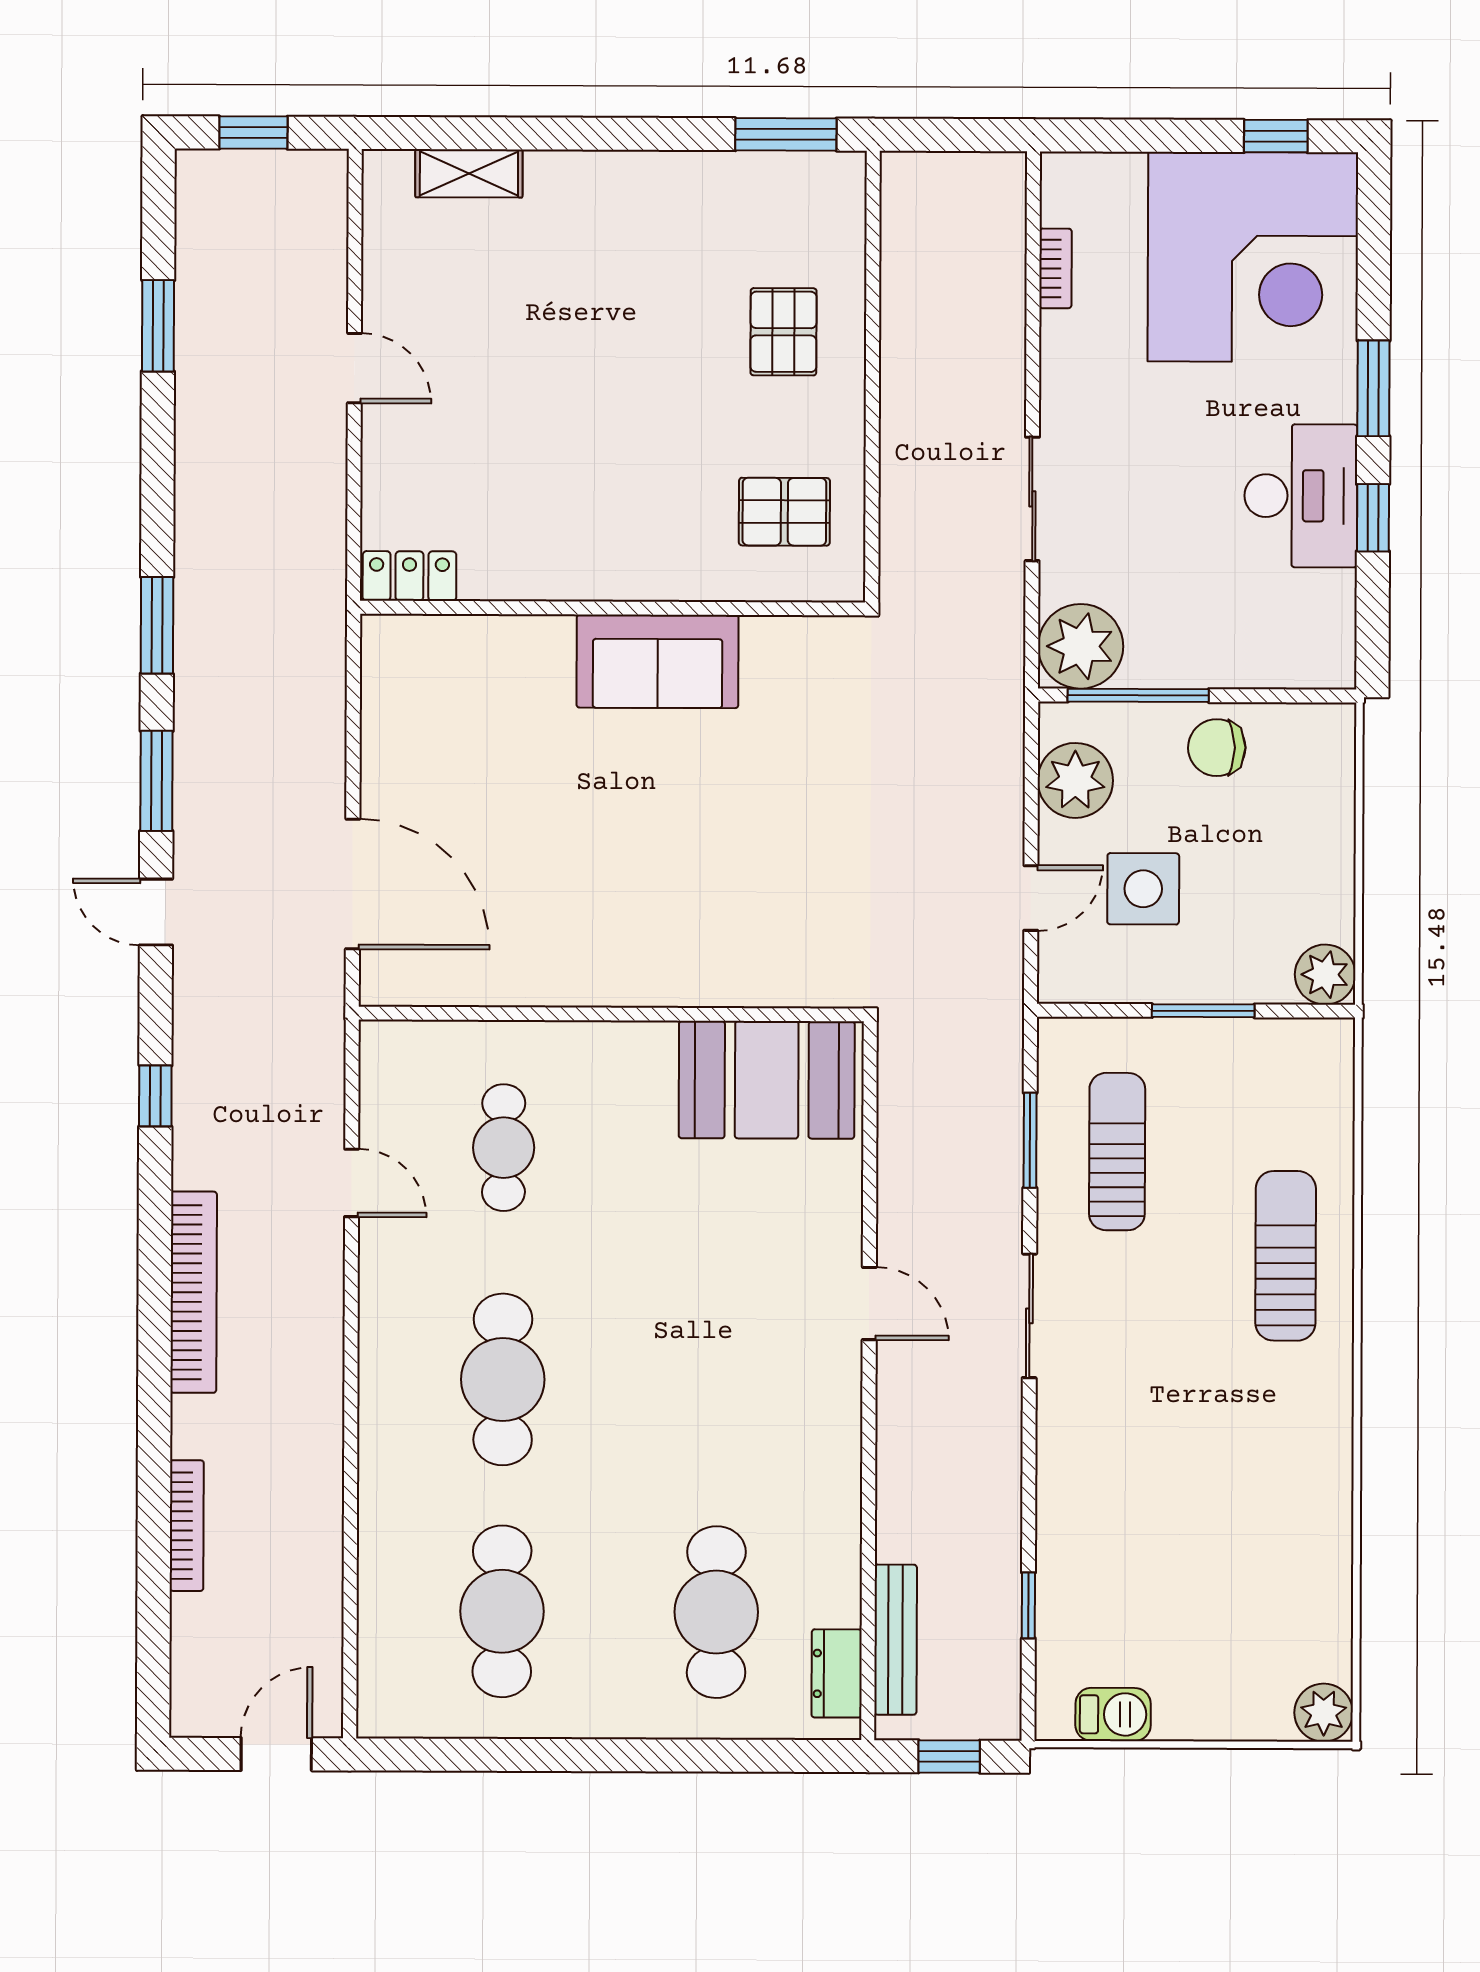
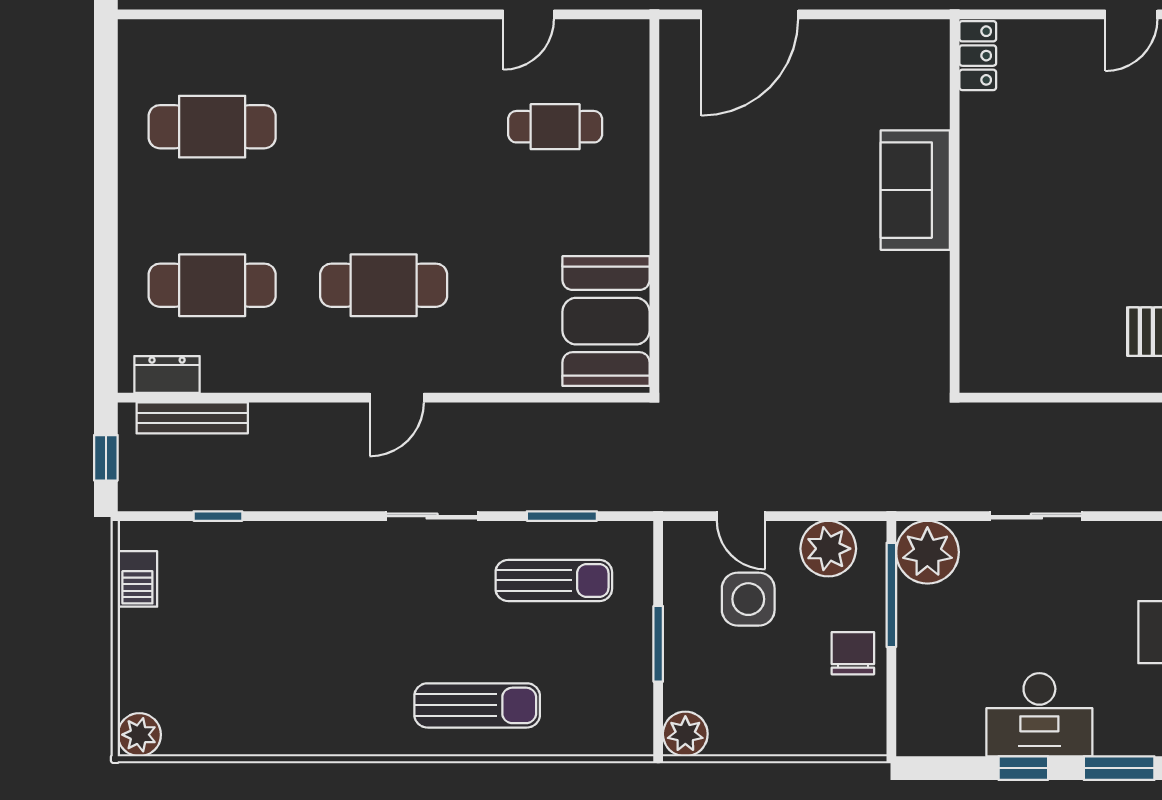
pallet: (784, 512) -> (1026, 333), removed
sofa: (658, 661) -> (915, 190), moved
door: (869, 1303) -> (397, 398), moved
cafe table: (503, 1379) -> (384, 285), moved

